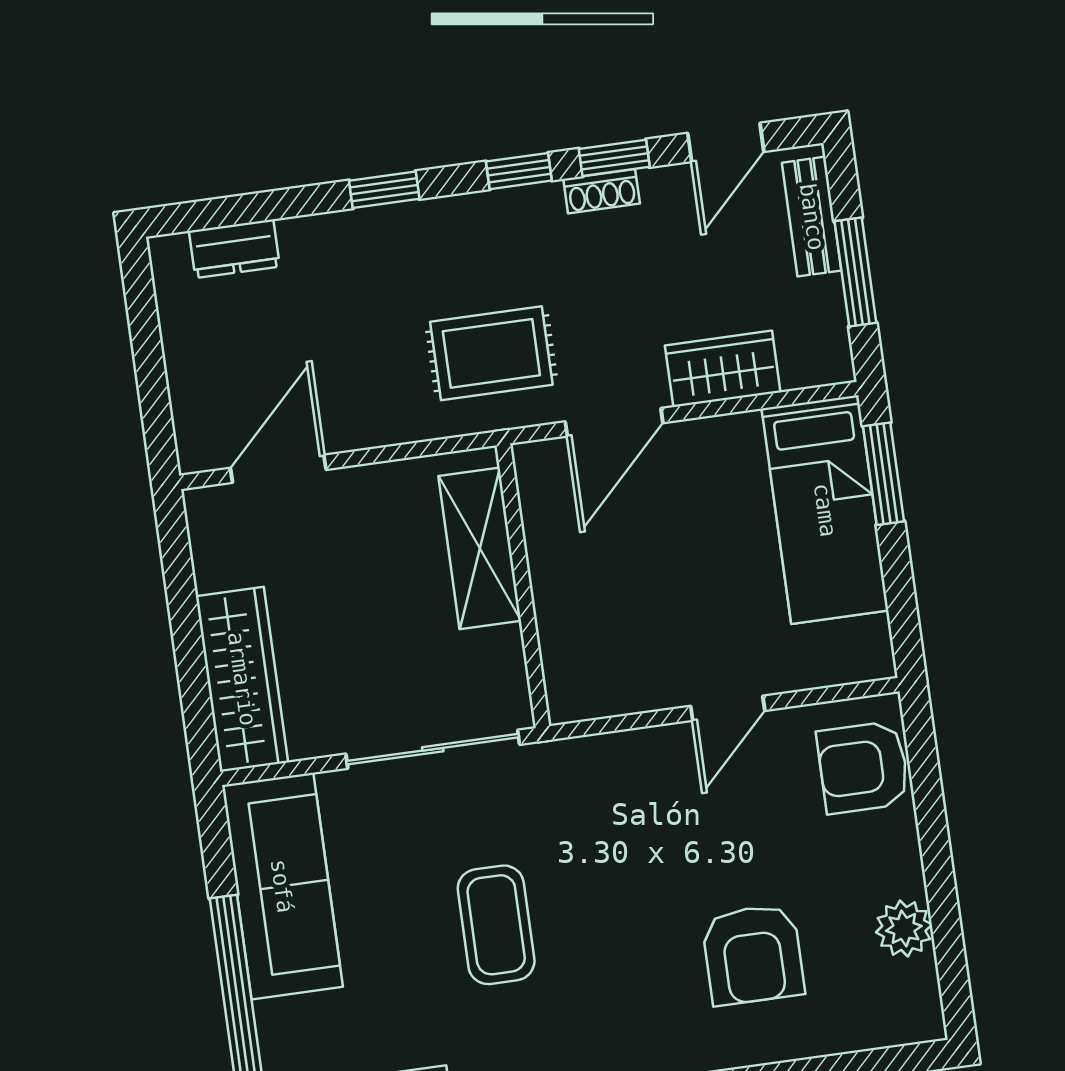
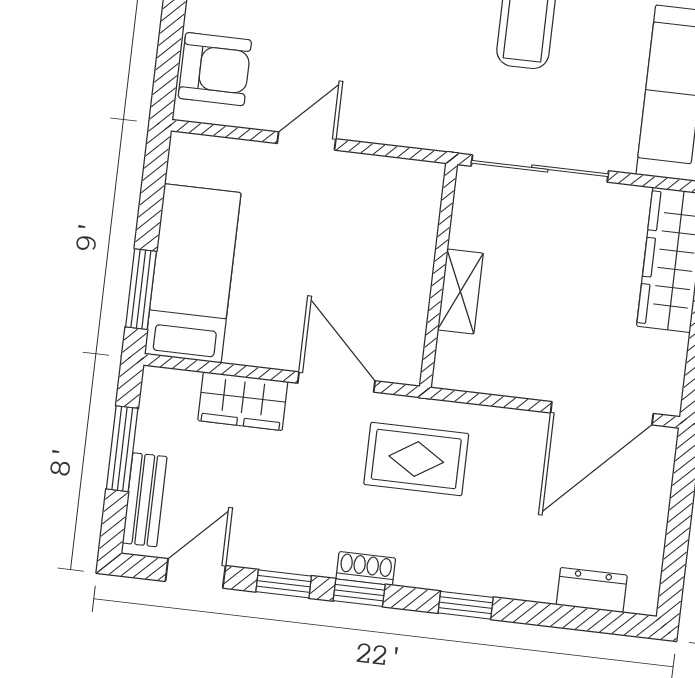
shoe rack: (602, 191) -> (366, 569), moved
door: (614, 422) -> (336, 382), hinge flipped
door: (278, 469) -> (602, 413), width x1.36
shelving: (480, 548) -> (460, 291), width x0.67, depth x0.75

